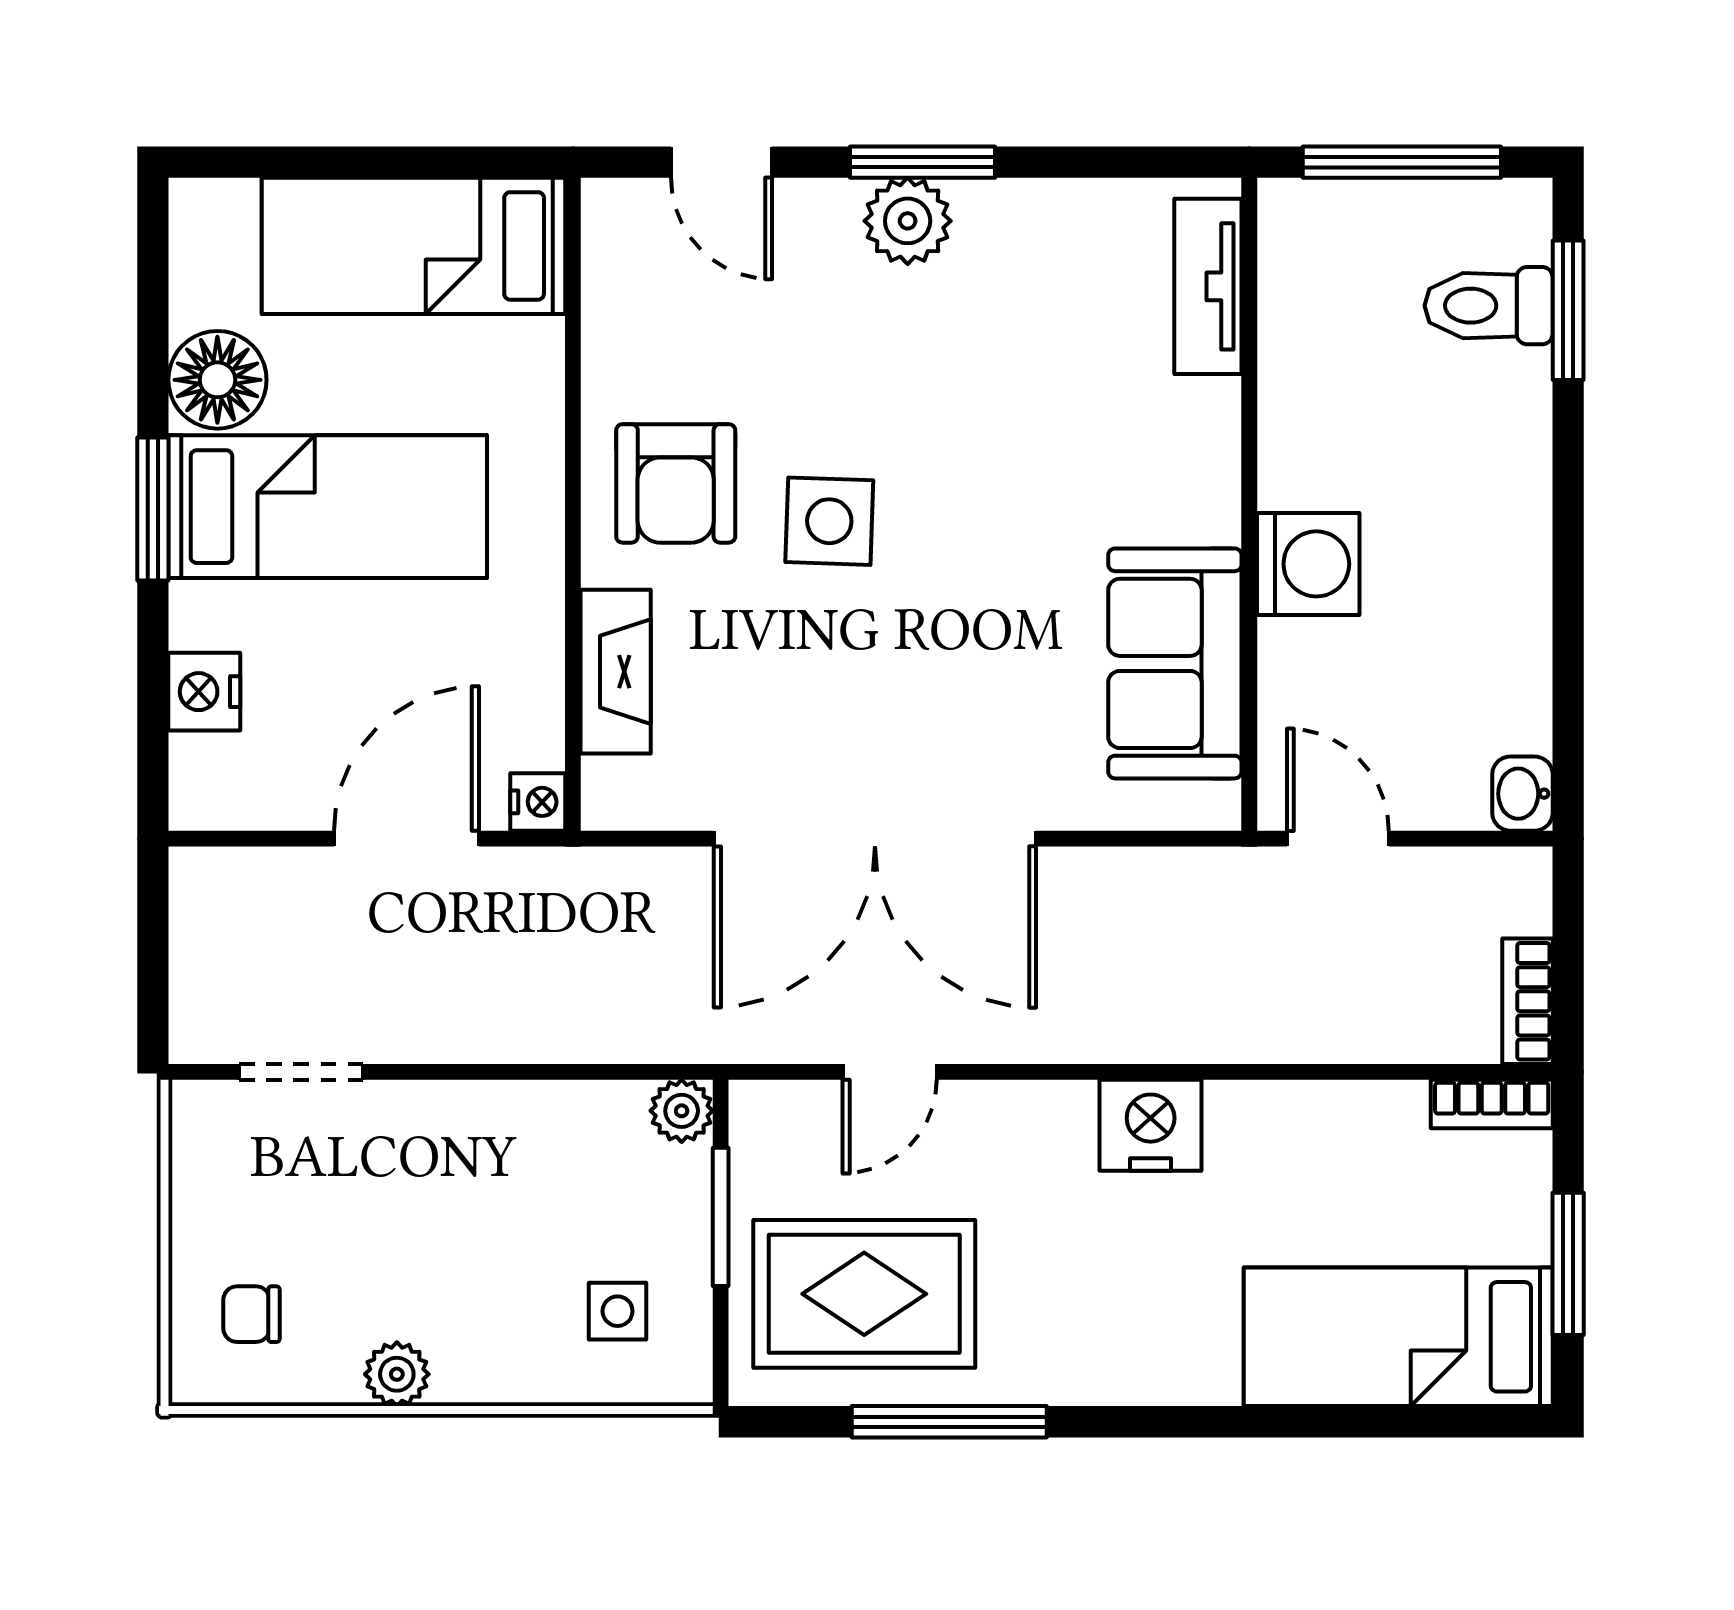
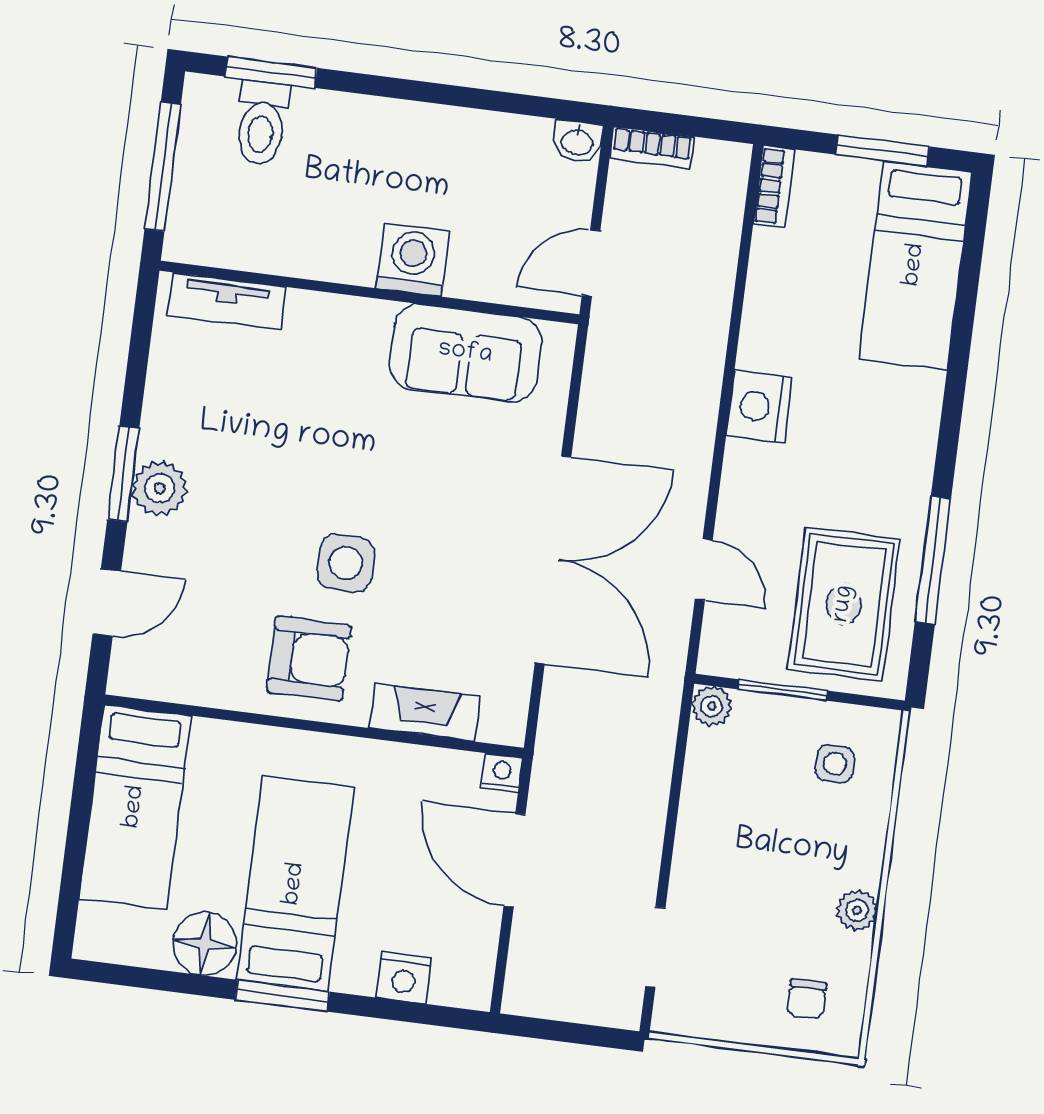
bookcase: (1527, 1001) -> (652, 148), moved

